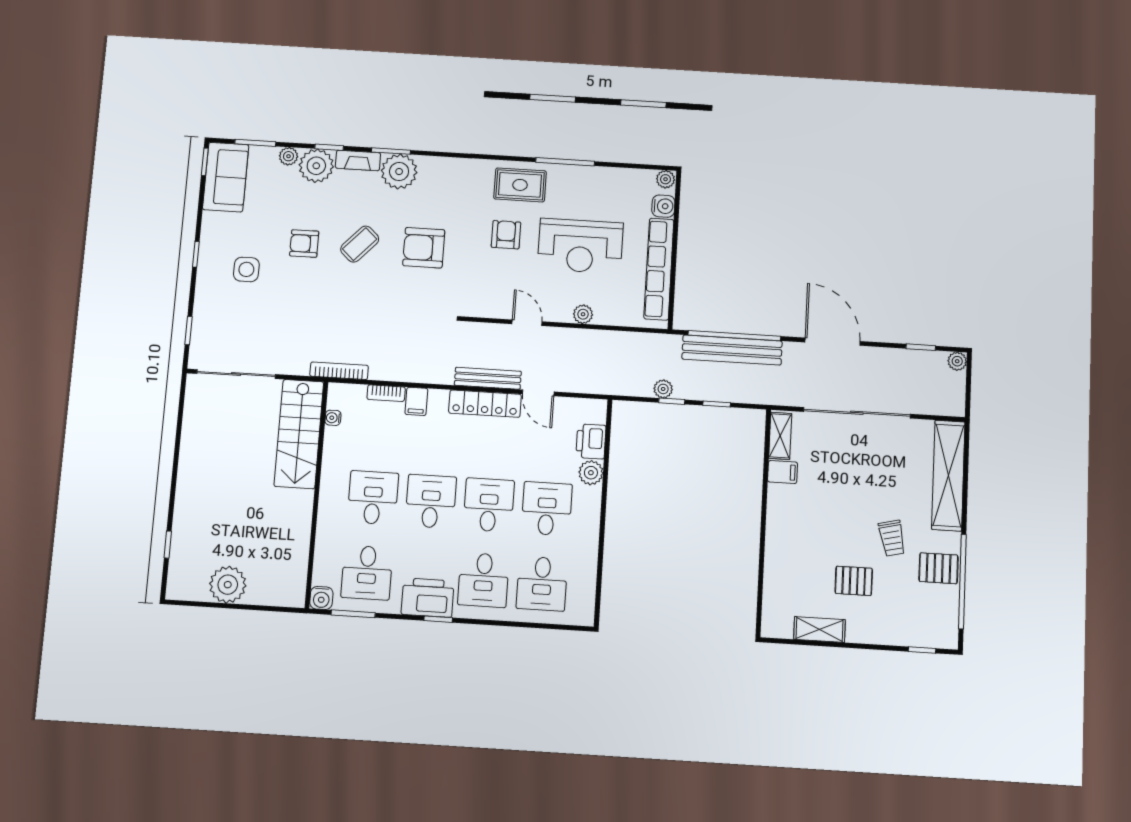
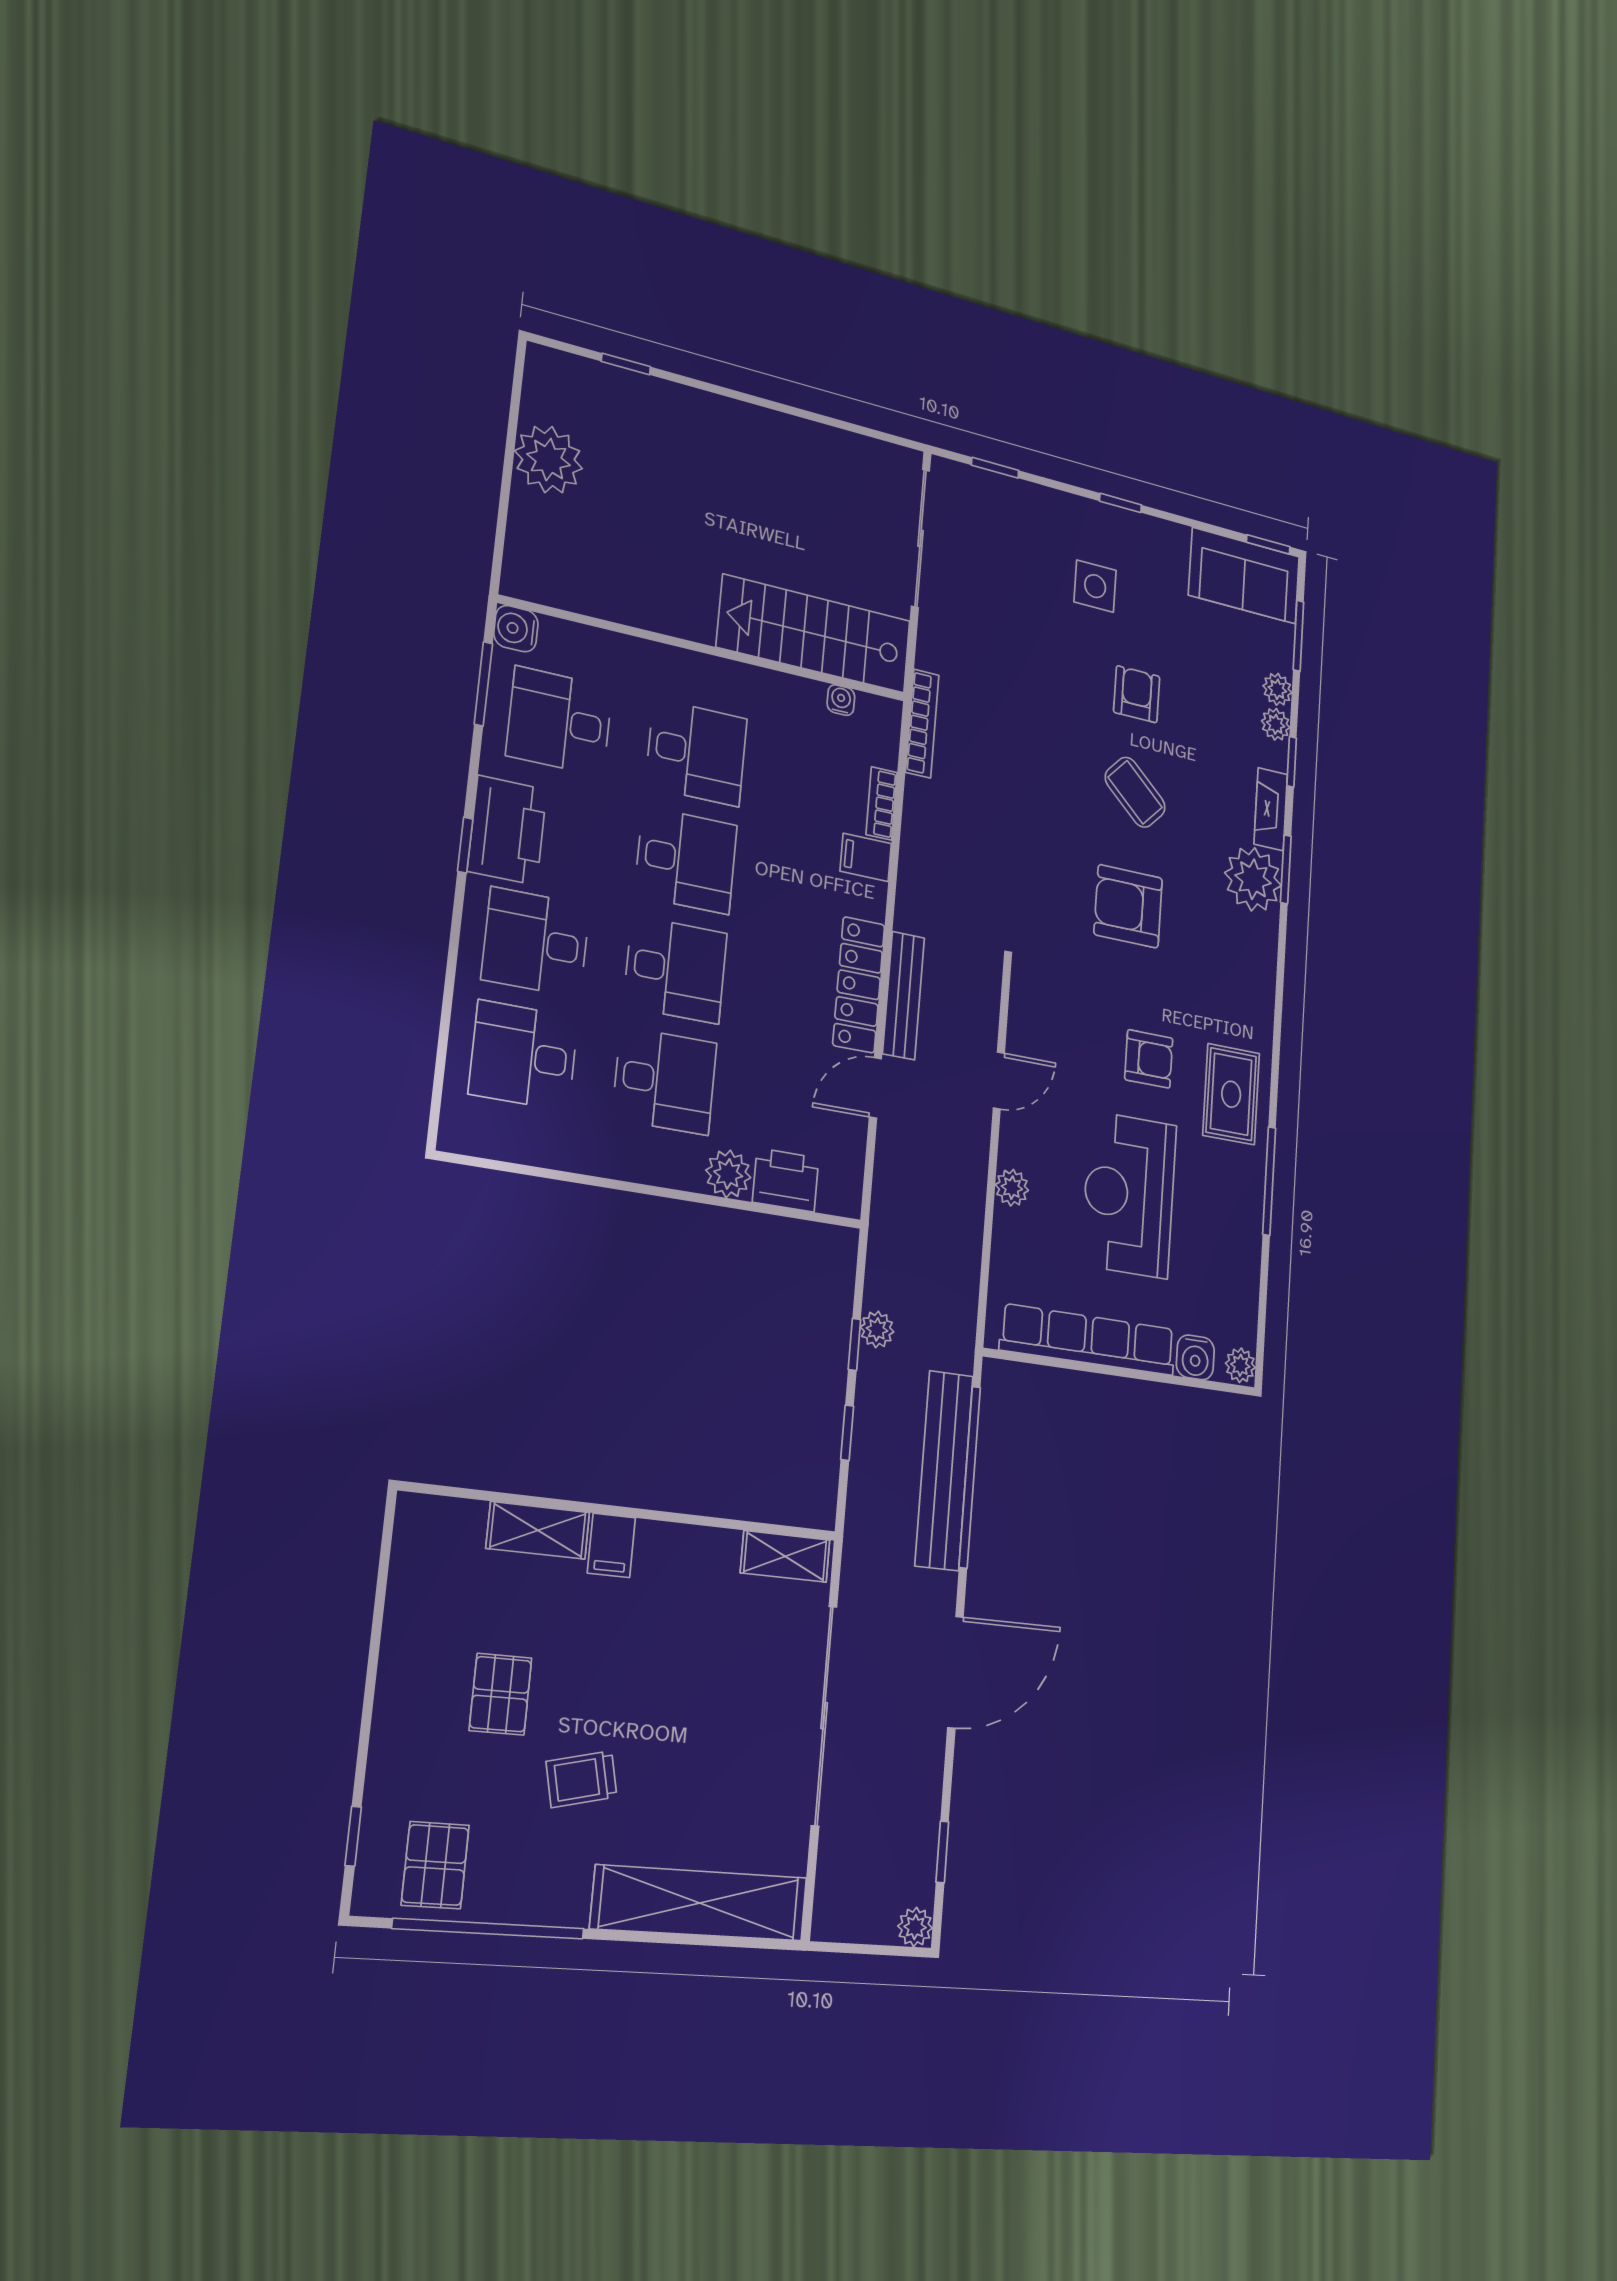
plant: (316, 166) -> (1276, 724), width x0.53, depth x0.53
armchair: (424, 248) -> (1128, 906), turned -90
filing cabinet: (783, 472) -> (611, 1545), moved
pallet: (938, 568) -> (435, 1865), moved
shelving: (819, 629) -> (538, 1530), moved, turned 90

